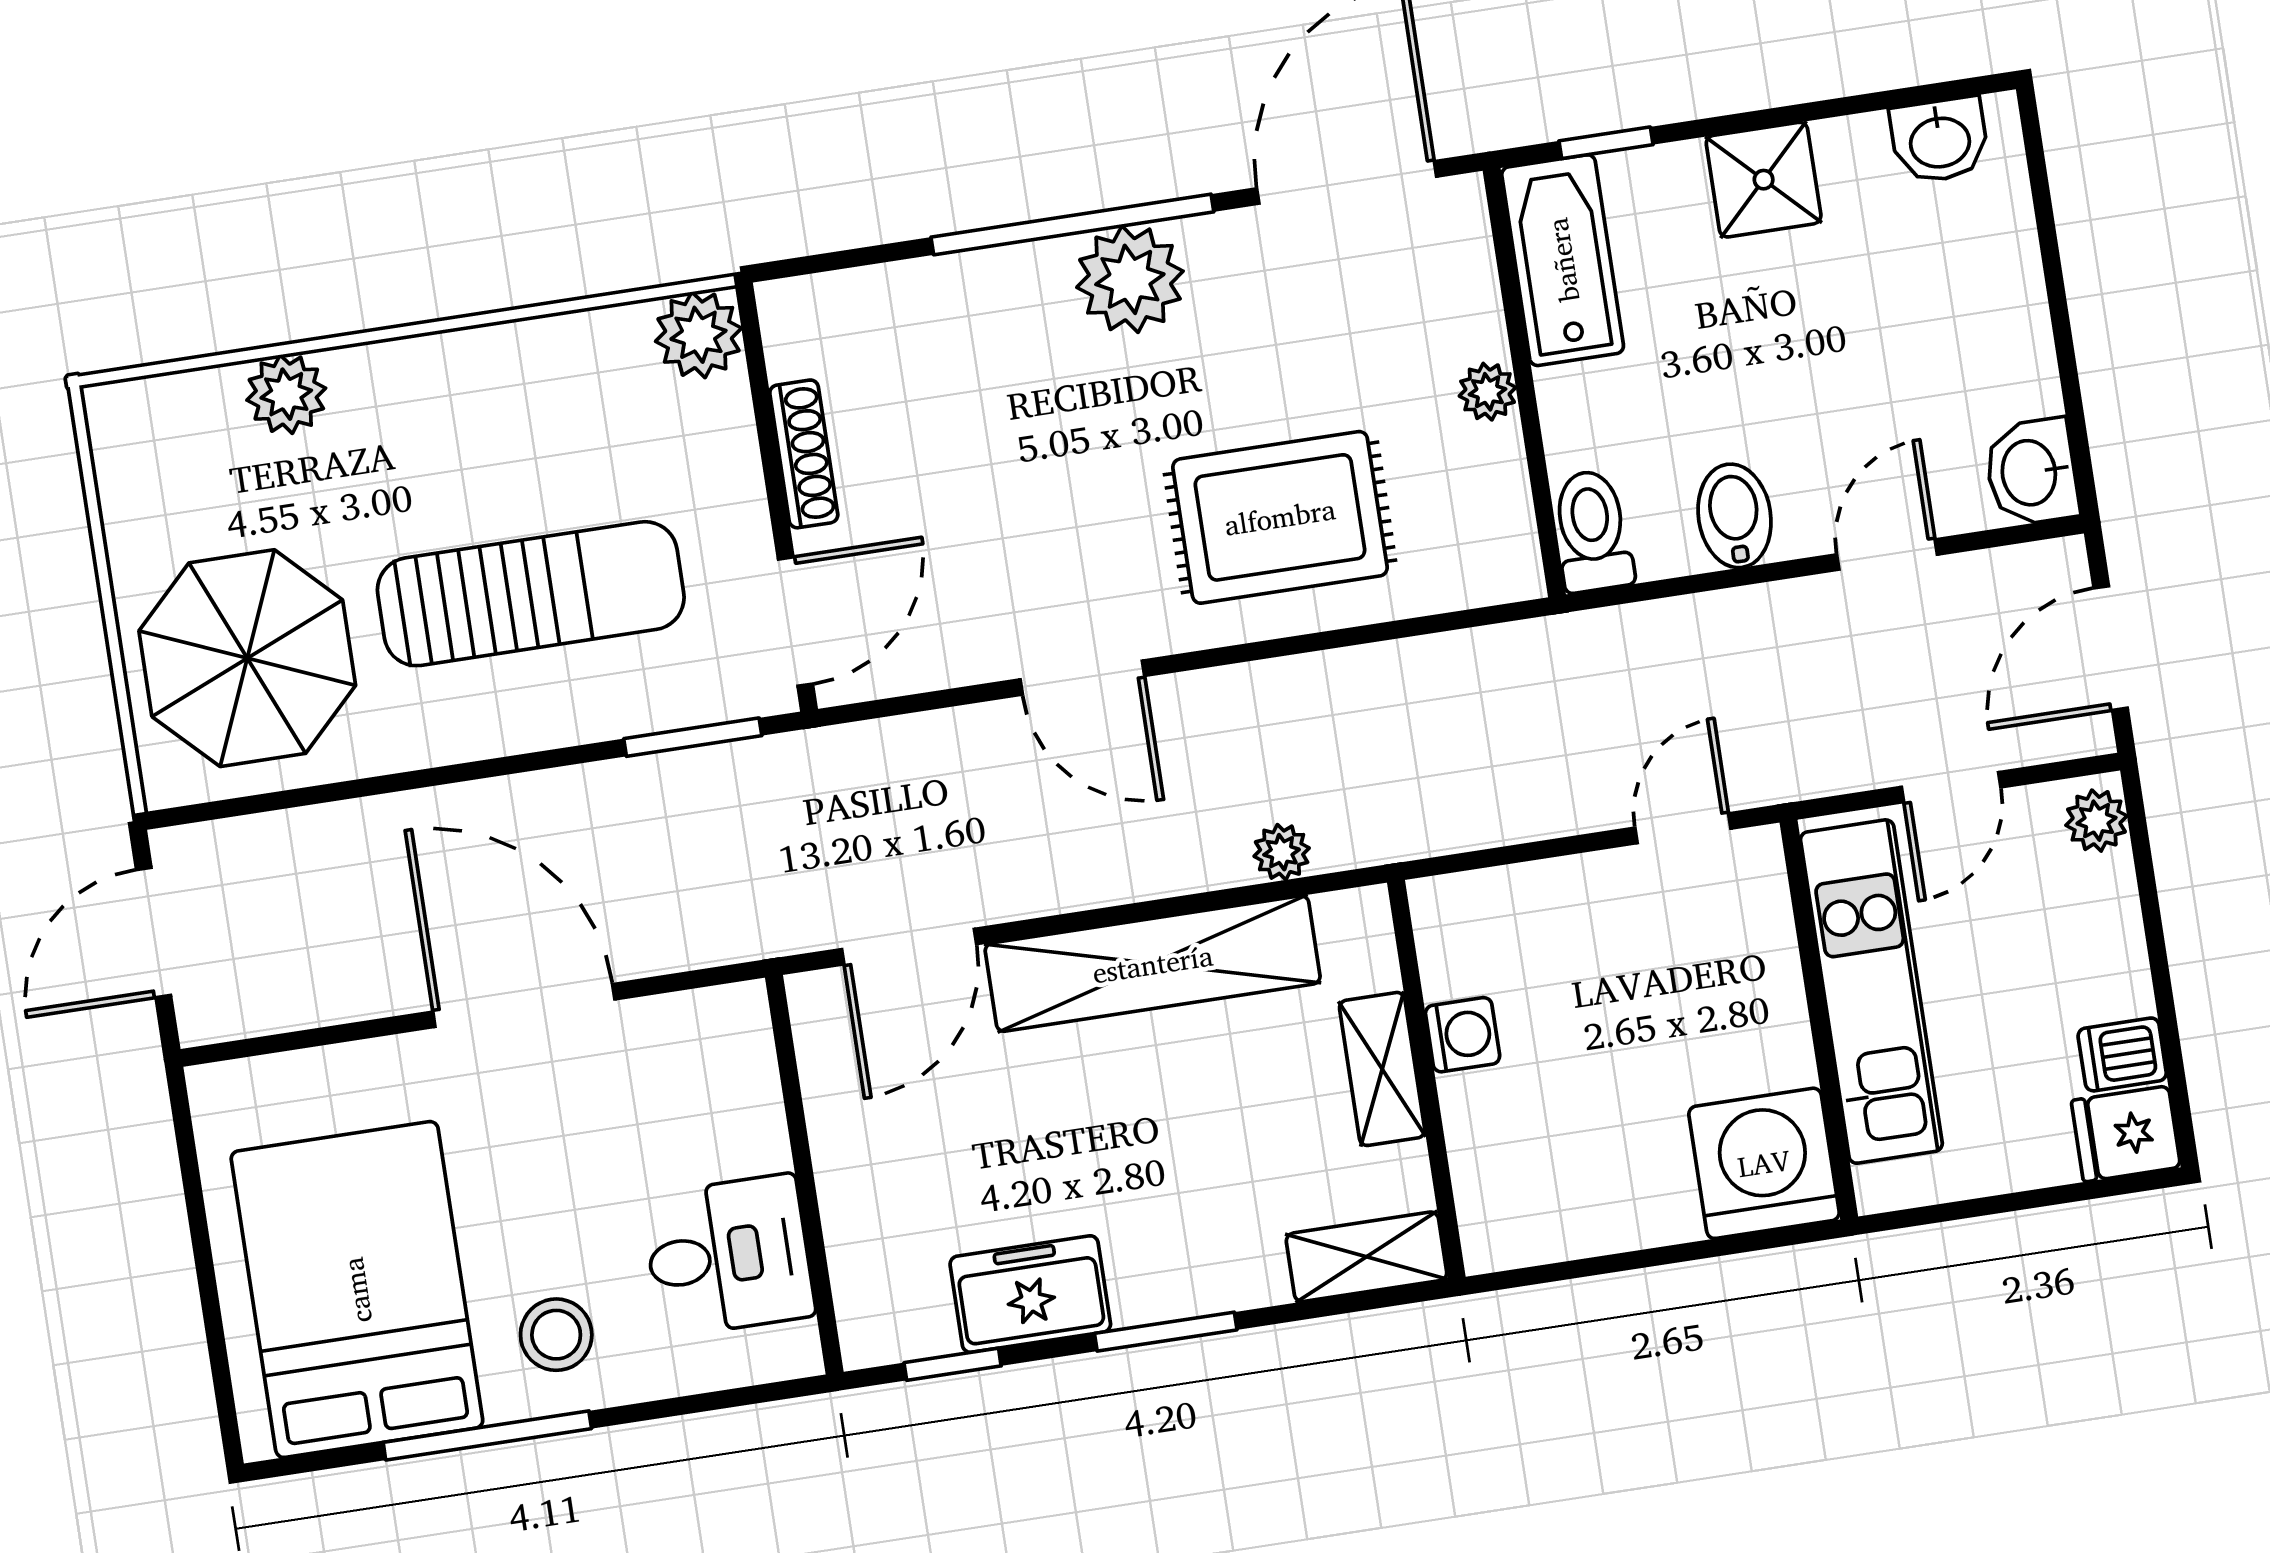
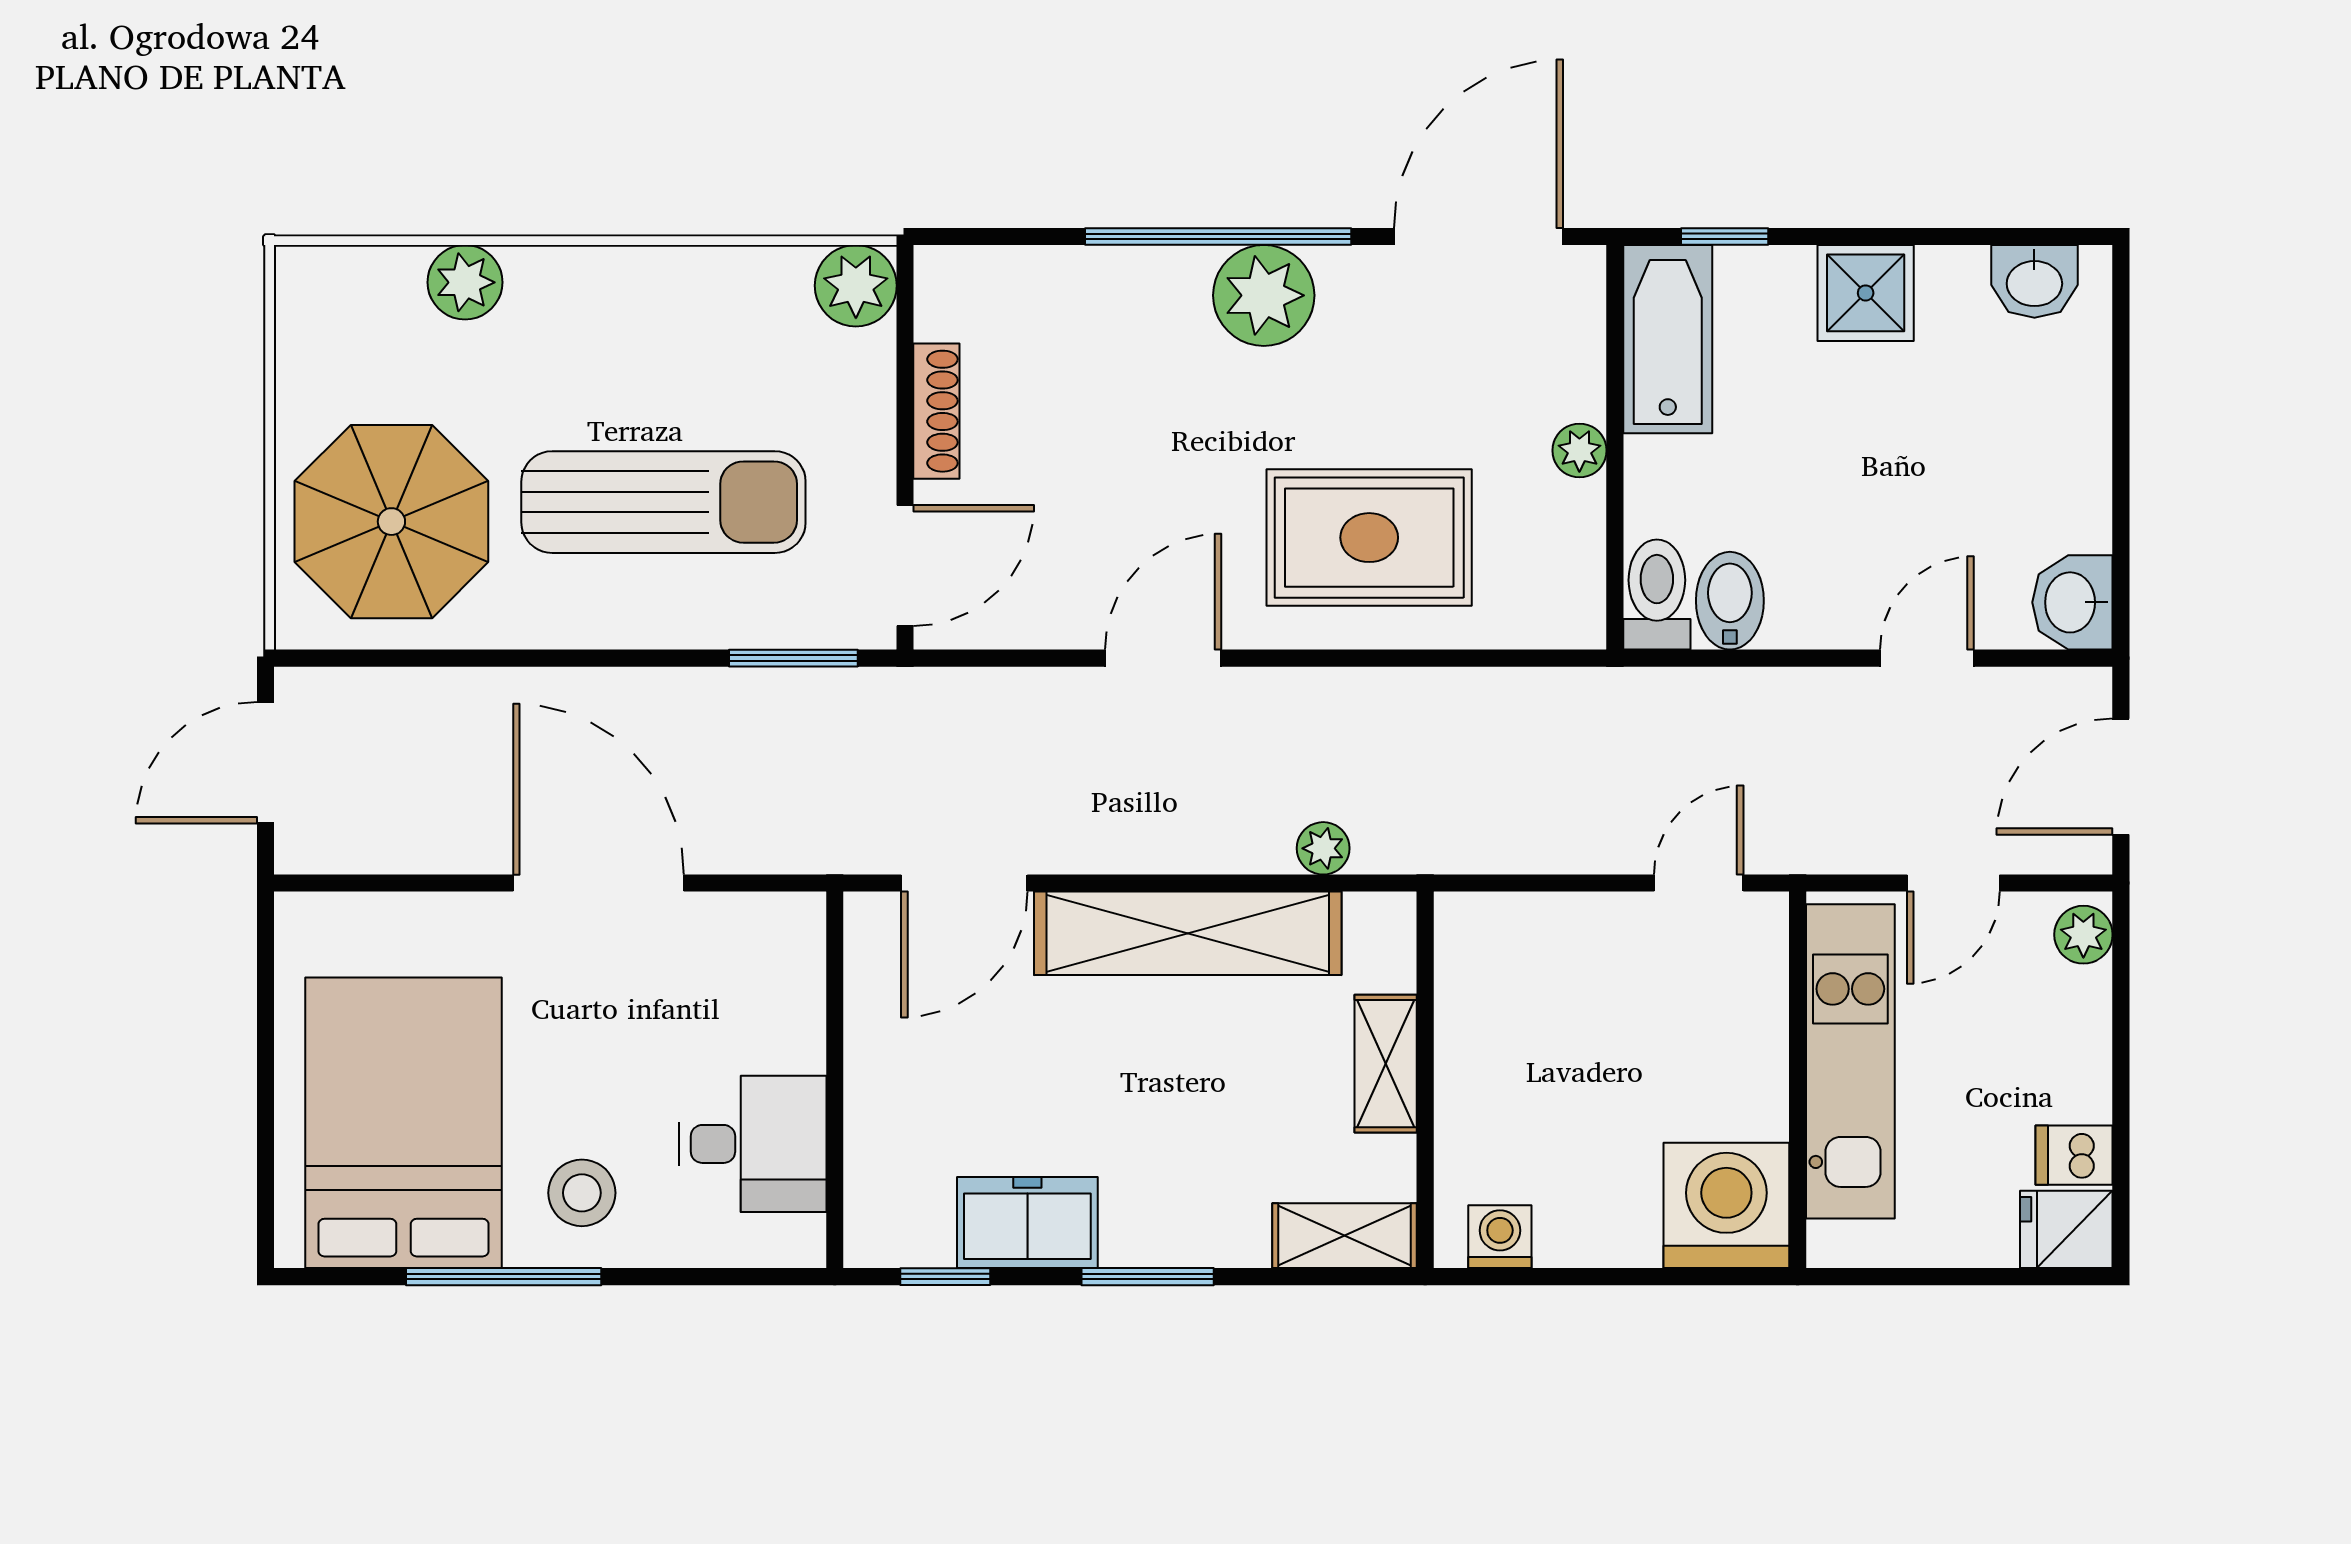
bidet: (1735, 516) -> (1730, 601), moved
door: (1082, 678) -> (1163, 658), swing flipped
washing machine: (1463, 1035) -> (1500, 1237), moved, turned -90

